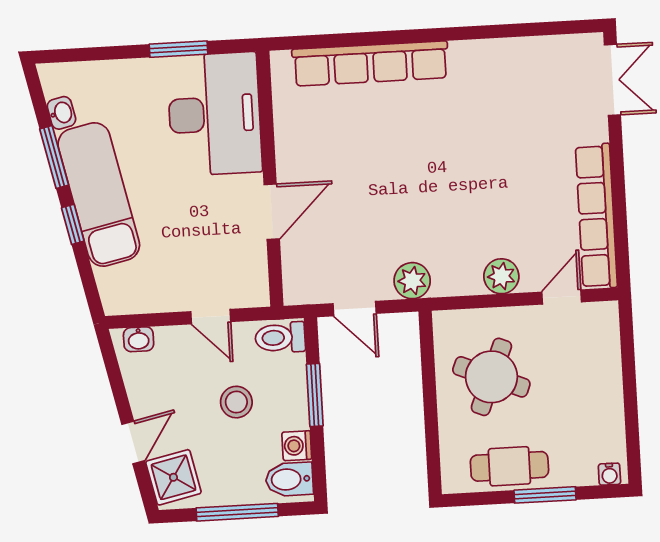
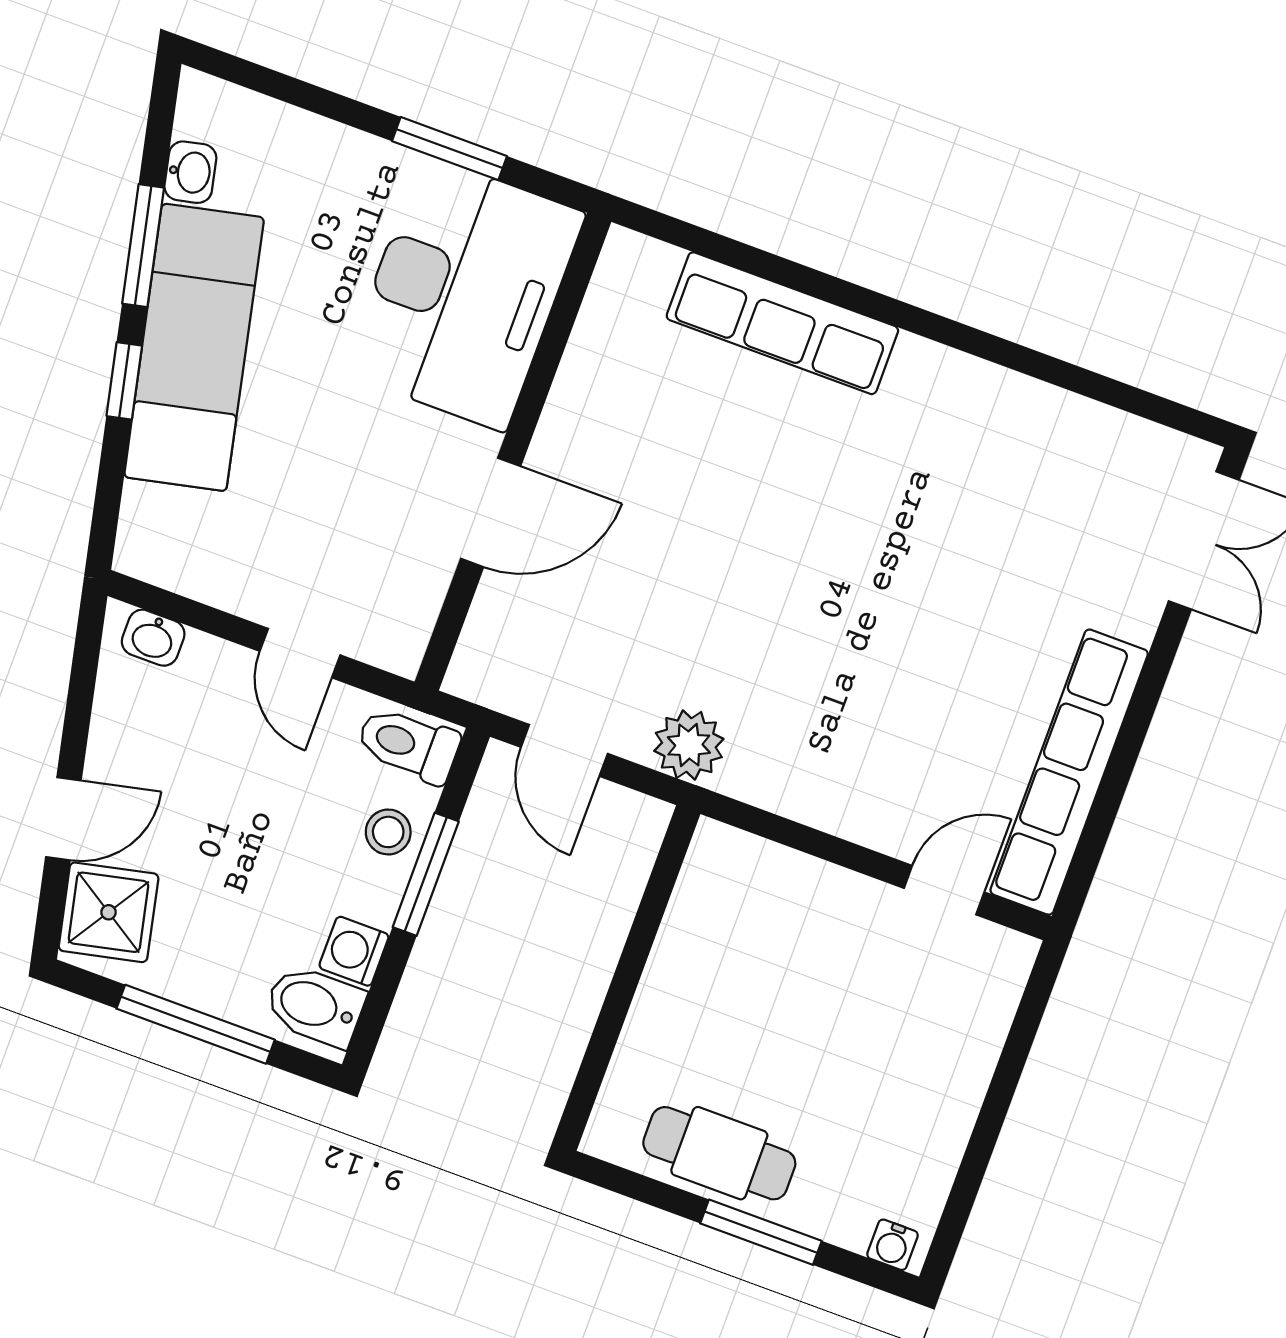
row of seats: (370, 63) -> (782, 323), width x0.73
plant: (501, 276) -> (852, 806), removed
round table: (491, 377) -> (756, 979), removed
stool: (236, 402) -> (388, 832), moved, width x0.73, depth x0.73

